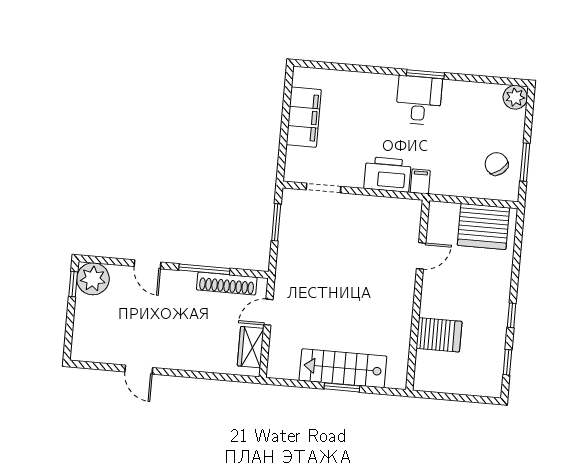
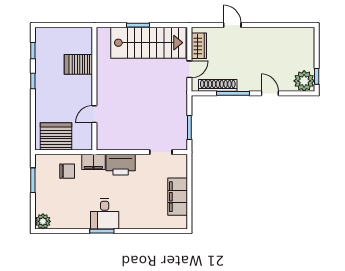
chair: (496, 164) -> (67, 171), moved, turned -53
filing cabinet: (420, 181) -> (93, 162), width x2.00
stairs: (343, 368) -> (148, 43), width x1.36, depth x1.51
door: (139, 370) -> (232, 25), moved

